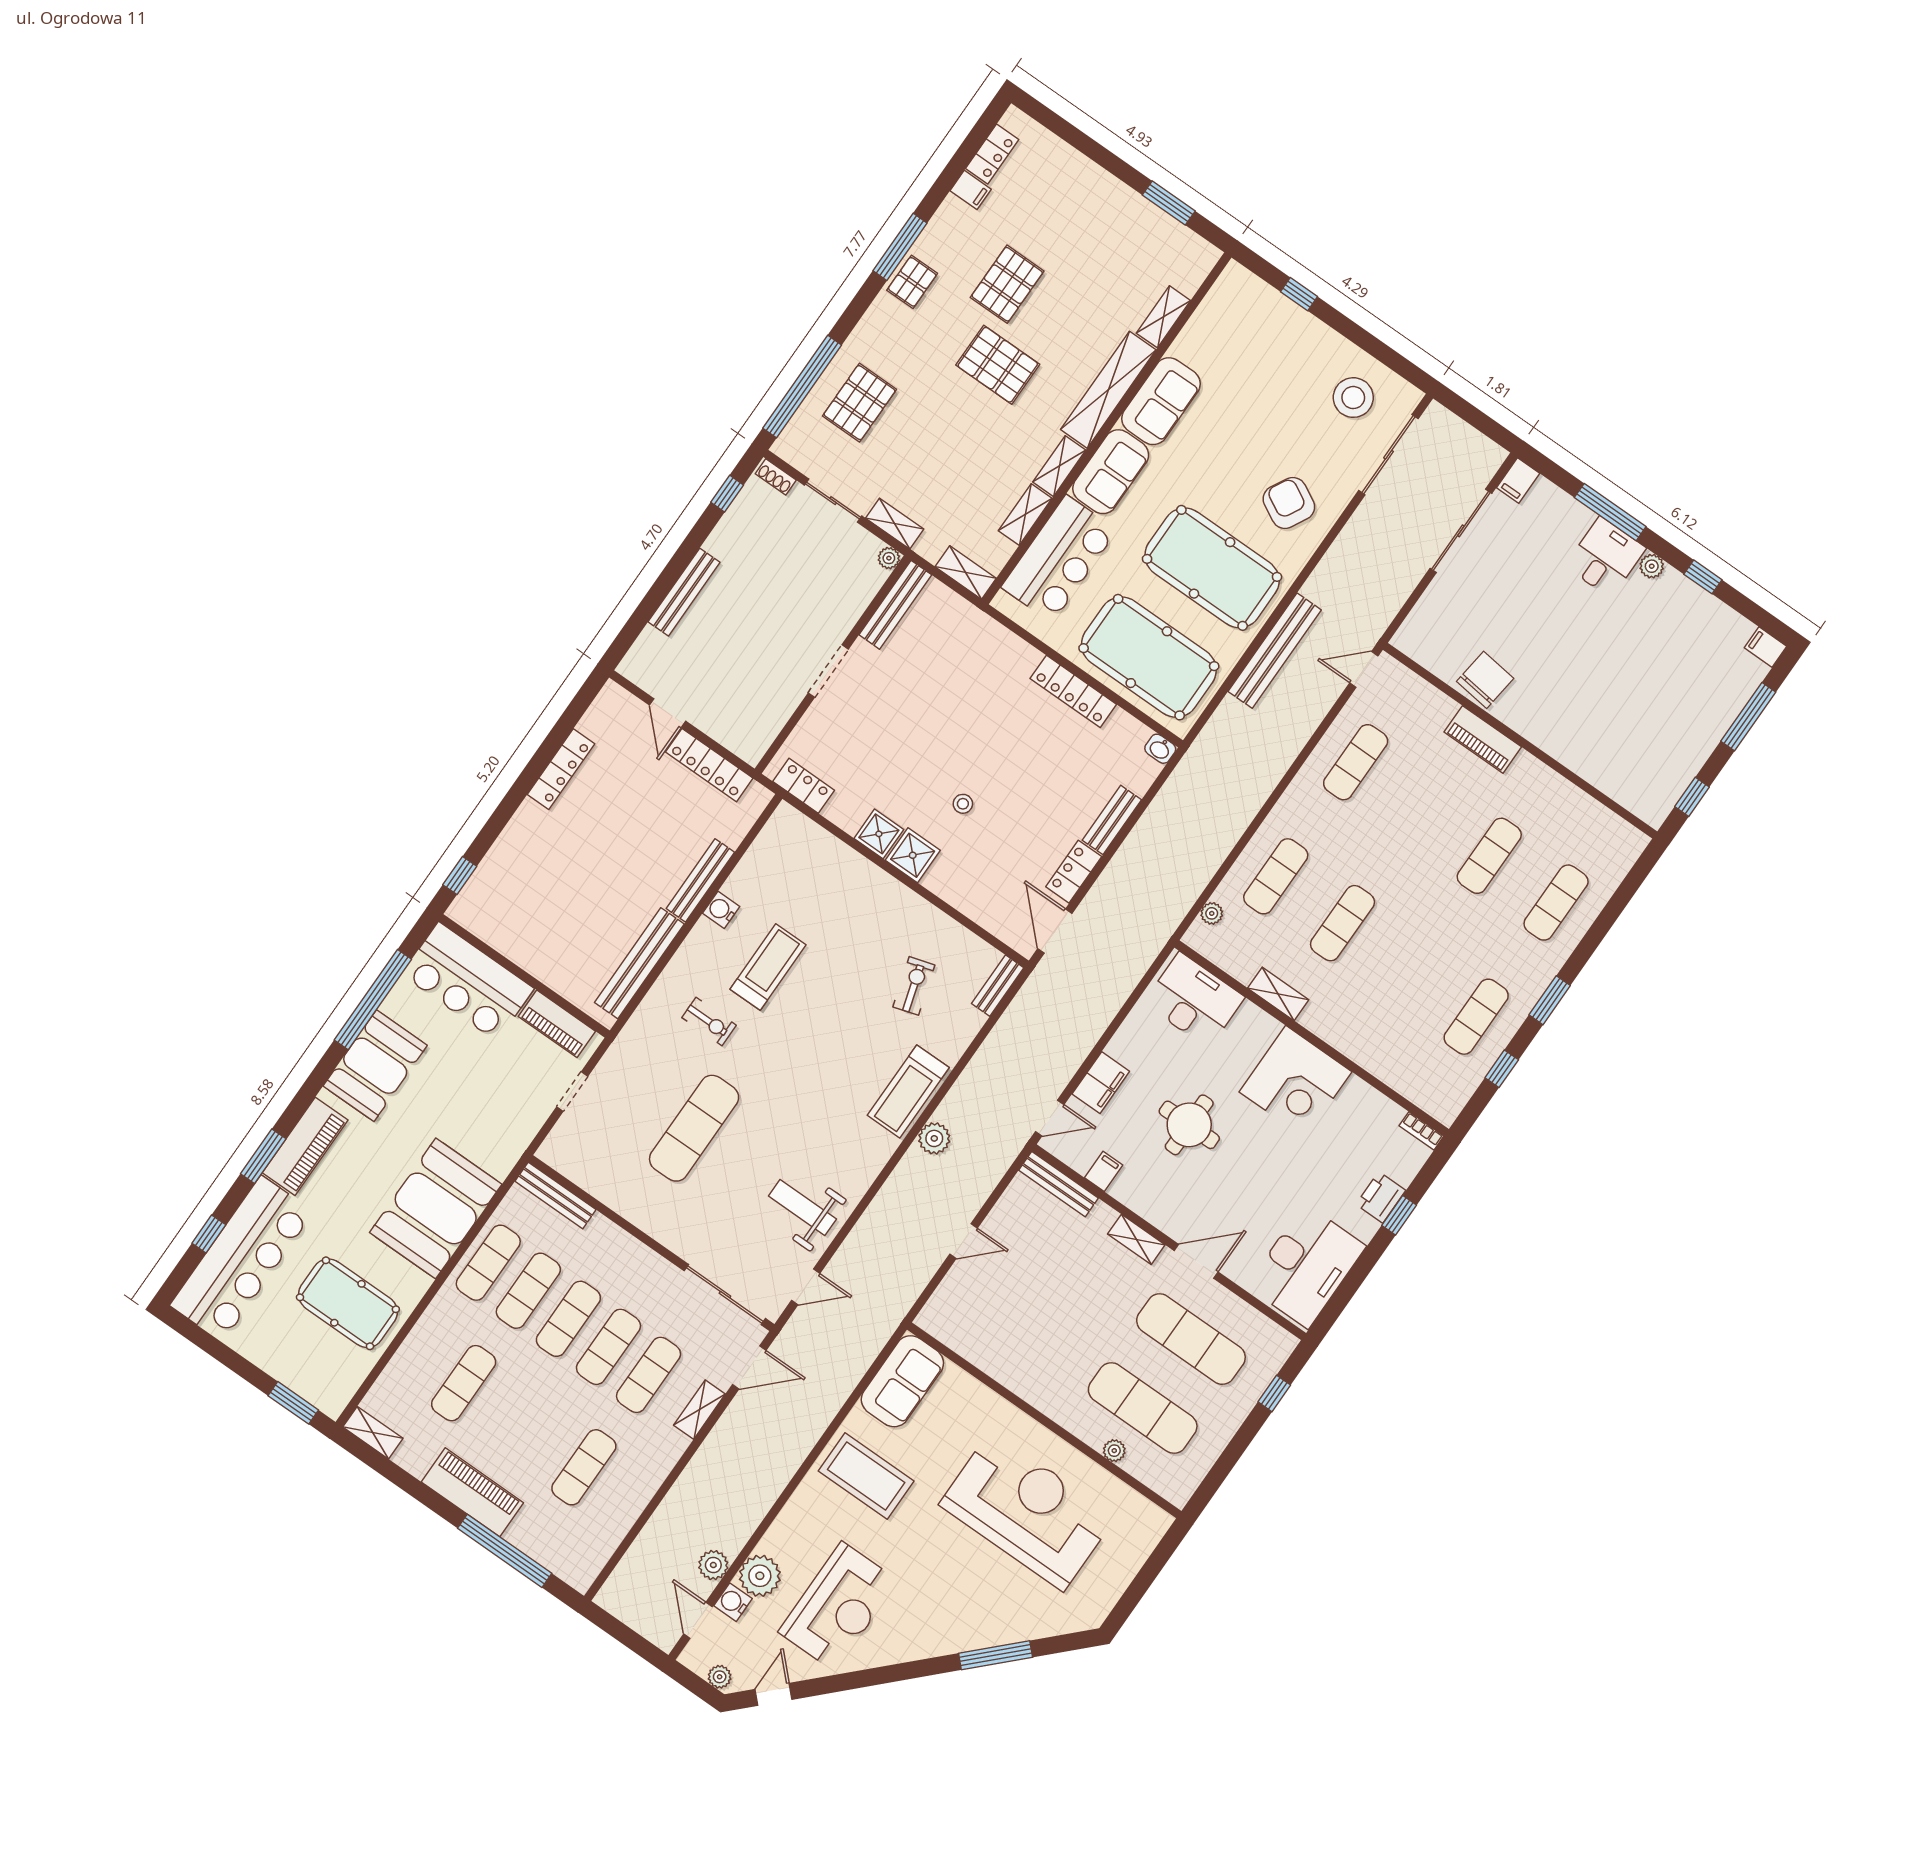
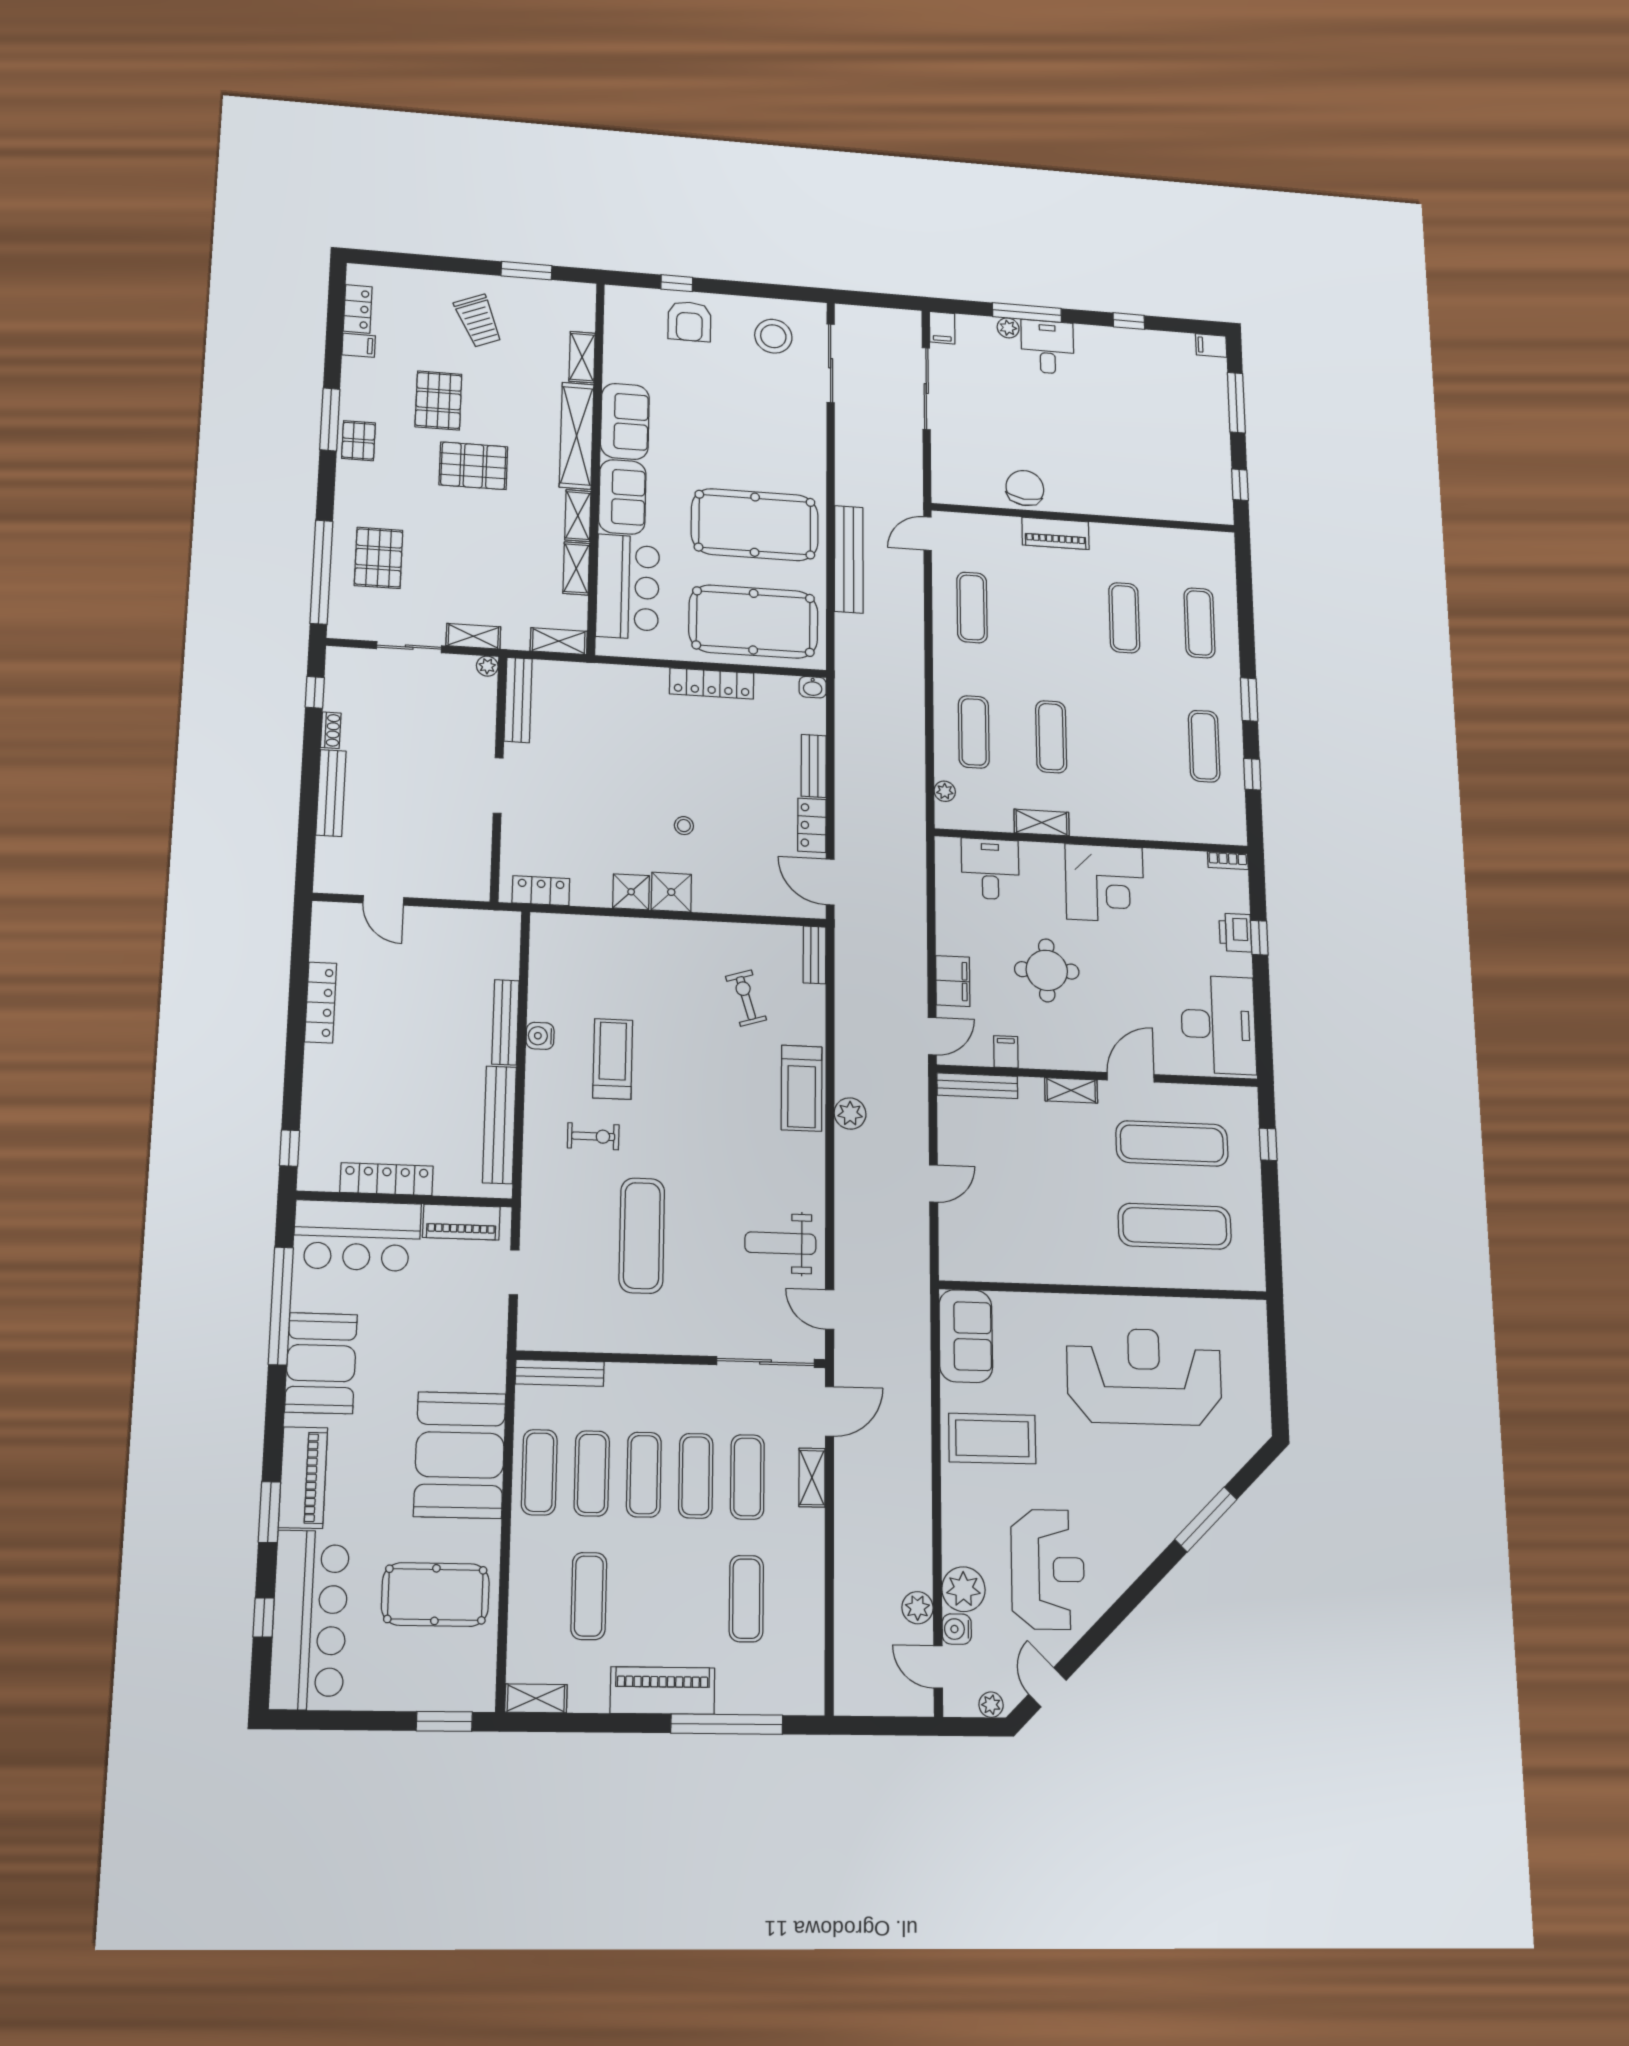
trolley: (1093, 227) -> (478, 321), added
shoe rack: (776, 477) -> (331, 730), moved, turned -90
armchair: (1289, 503) -> (689, 321), moved, turned -118
plant: (1652, 566) -> (1008, 328), moved
locker: (709, 765) -> (387, 1179), moved, turned 180
desk: (1194, 1000) -> (990, 869), width x0.73
door: (806, 1287) -> (830, 1309), swing flipped
plant: (1114, 1451) -> (1178, 1277), removed

